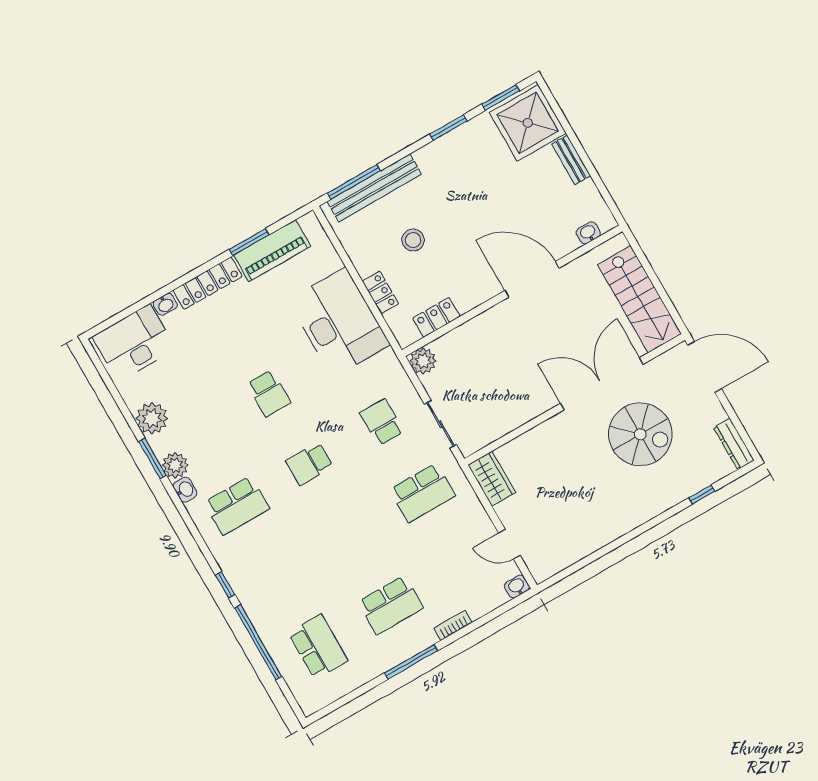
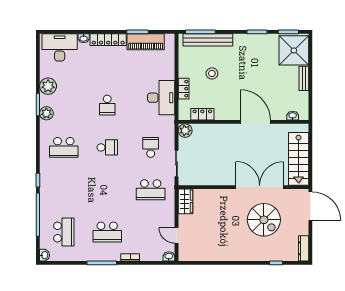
desk: (339, 322) -> (161, 98), width x0.73, depth x0.77
school desk: (309, 464) -> (107, 147), turned 180
washbasin: (185, 490) -> (45, 255), moved

